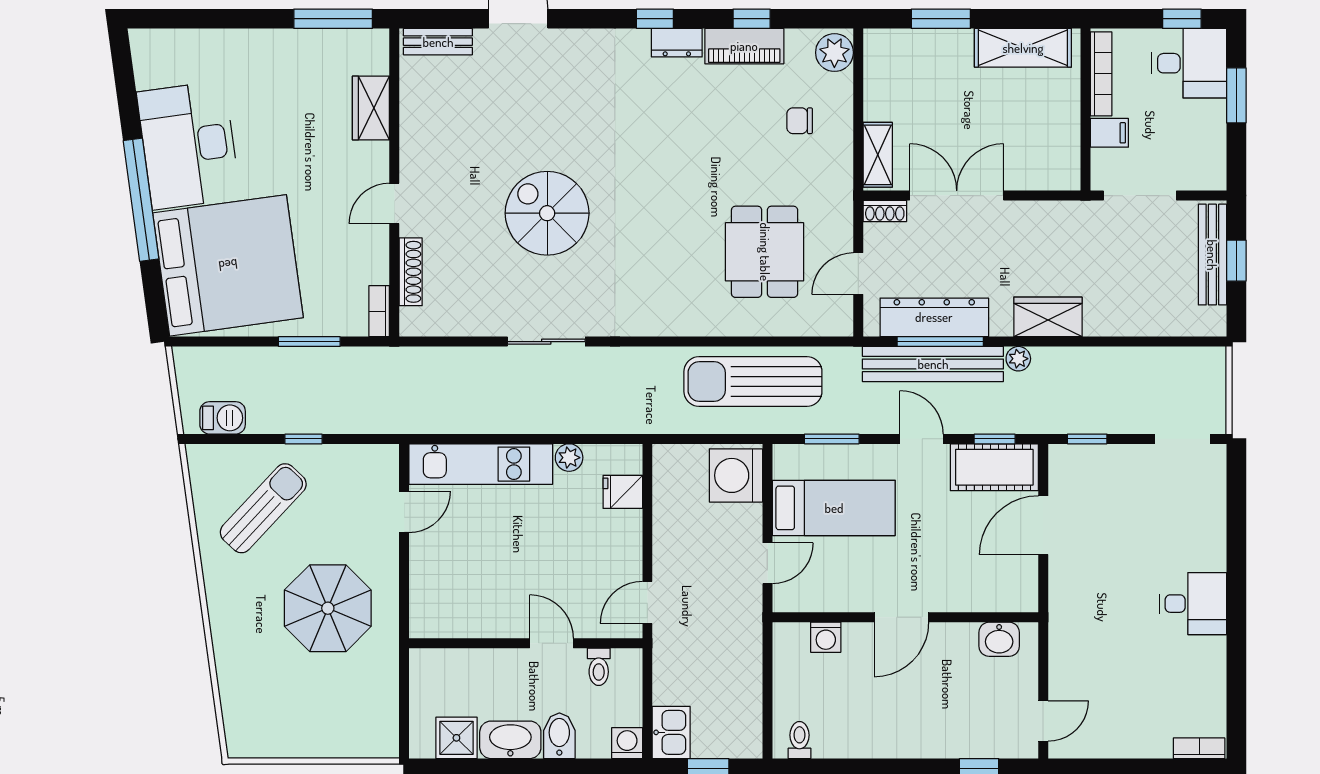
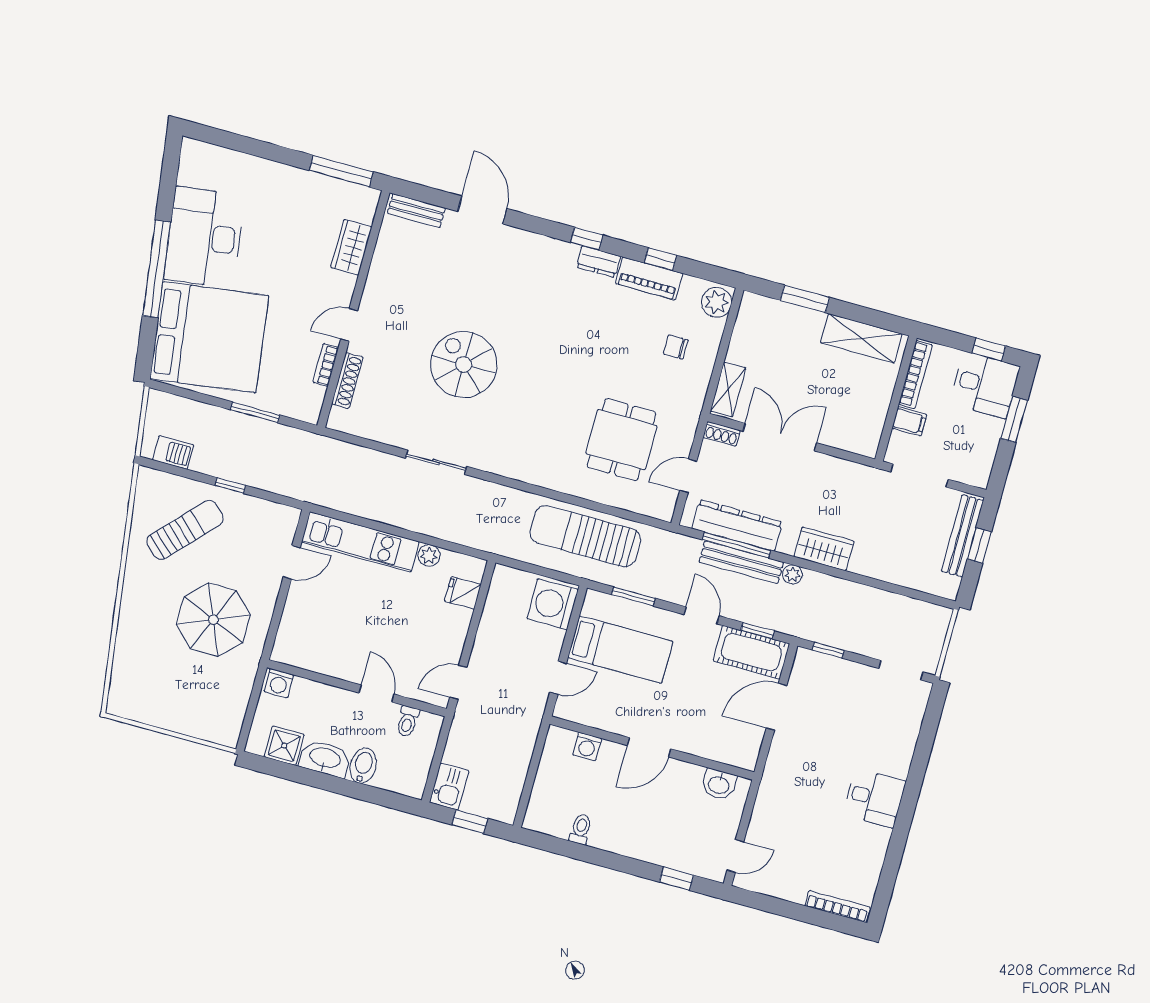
bookcase: (379, 311) -> (326, 365), moved
bench: (933, 364) -> (741, 562), width x0.73, depth x0.82
toilet: (799, 740) -> (581, 829), moved
washing machine: (627, 743) -> (279, 683), moved, turned 180
bookcase: (1199, 748) -> (837, 907), width x1.56

